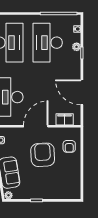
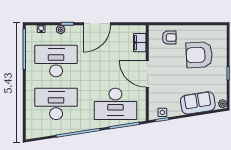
desk: (48, 43) -> (56, 61), turned 180
door: (82, 92) -> (97, 24), moved
armchair: (43, 155) -> (199, 55), moved

